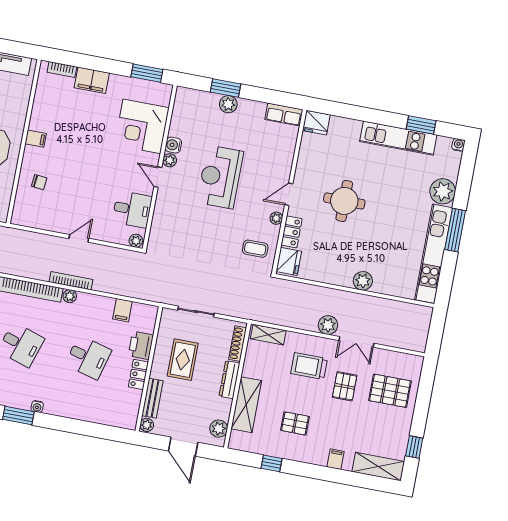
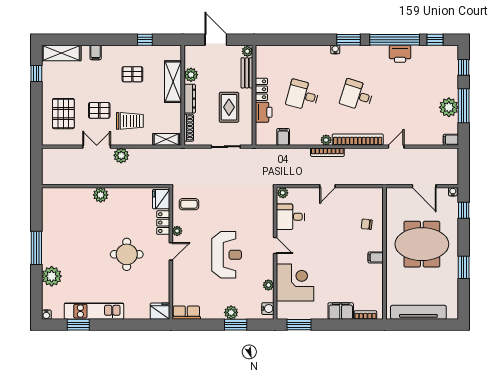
water cooler: (173, 145) -> (268, 309), moved
plant: (170, 160) -> (268, 285), moved
kitchen unit: (434, 254) -> (50, 226), removed
pallet: (345, 386) -> (99, 110), turned 90
pallet: (390, 391) -> (63, 114), turned 90
plant: (219, 429) -> (191, 75), moved

